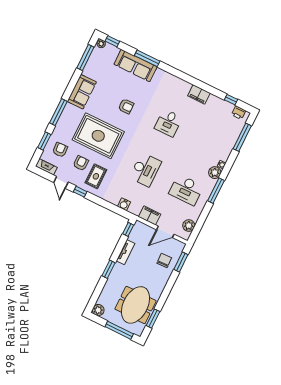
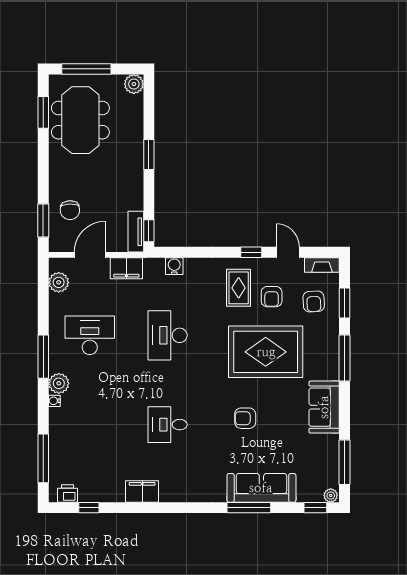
desk: (168, 123) -> (168, 425), turned -90
tv unit: (125, 252) -> (136, 232), moved

